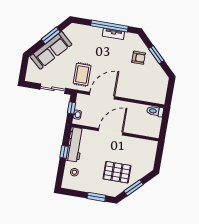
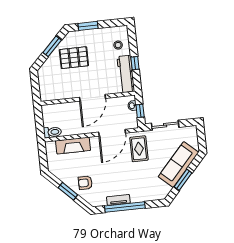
fireplace: (140, 94) -> (73, 146), added

